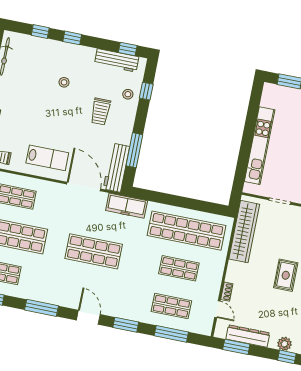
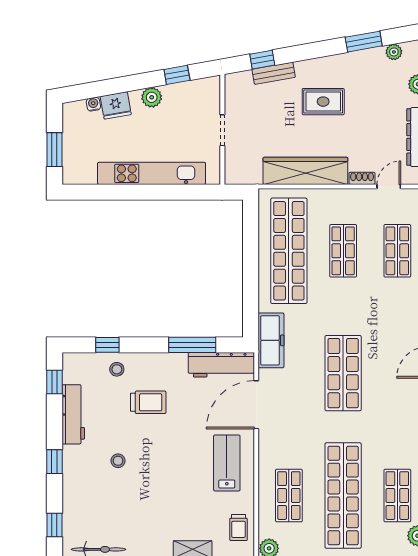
window: (40, 32) -> (54, 525), moved
workbench: (117, 60) -> (73, 414), moved
wardrobe: (244, 232) -> (305, 171), moved

